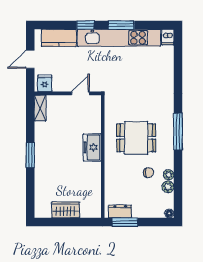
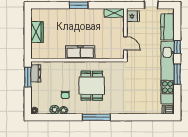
freezer: (92, 147) -> (80, 52), width x1.40

